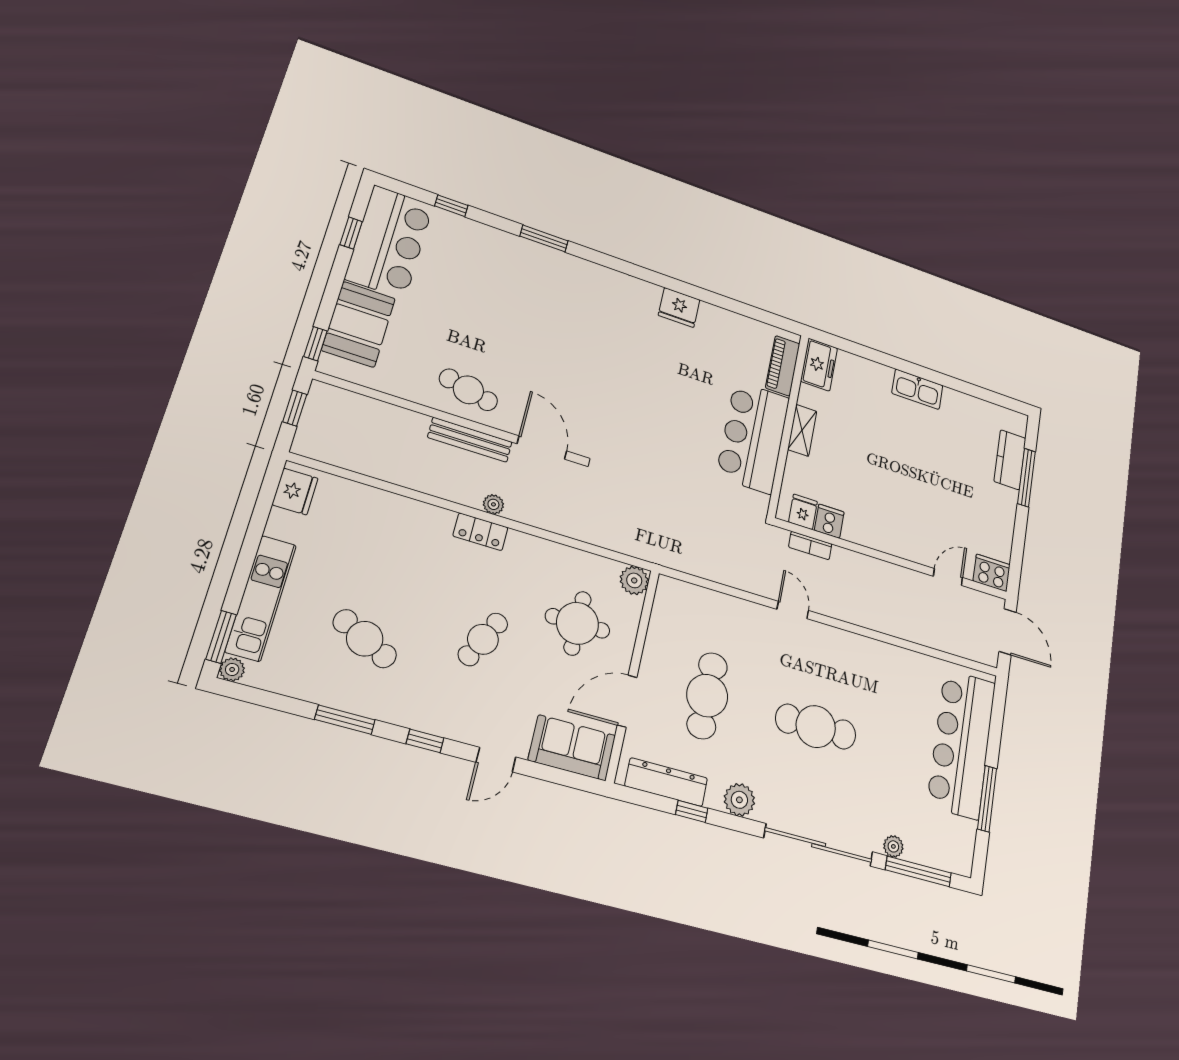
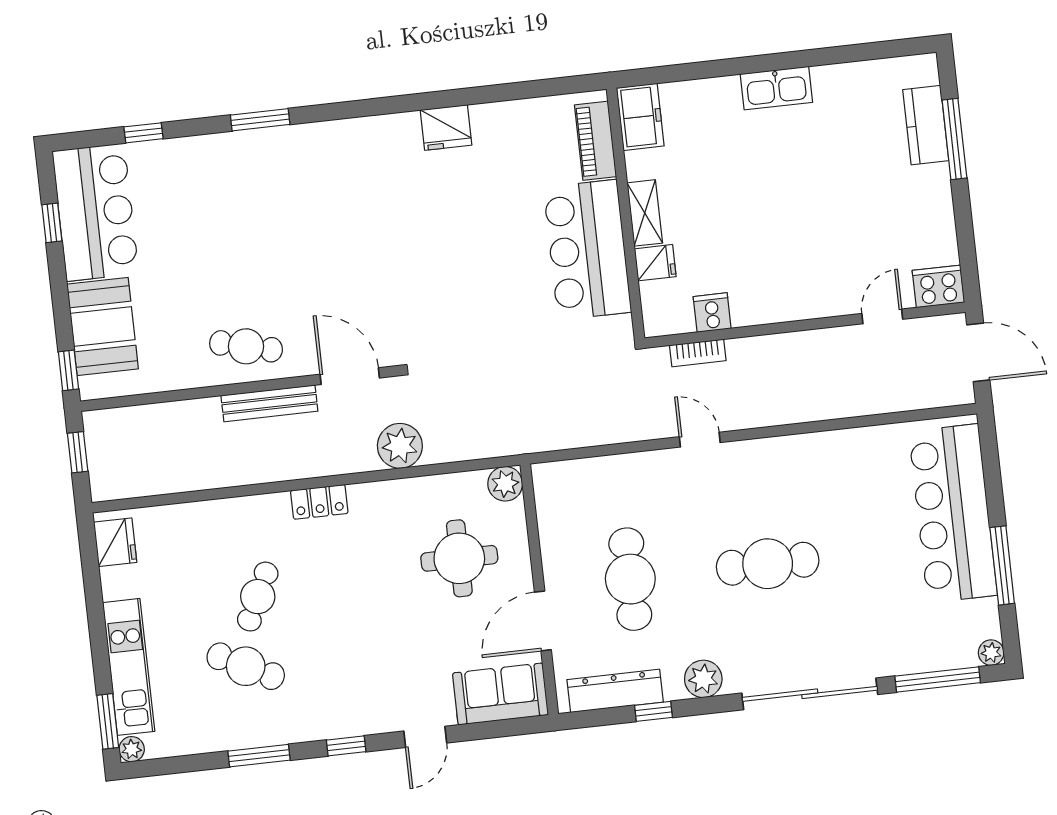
plant: (493, 504) -> (400, 446), moved, width x1.88, depth x1.88
fridge: (803, 512) -> (655, 263), moved, turned 90
cafe table: (483, 639) -> (258, 597), moved
plant: (893, 846) -> (991, 653), moved

